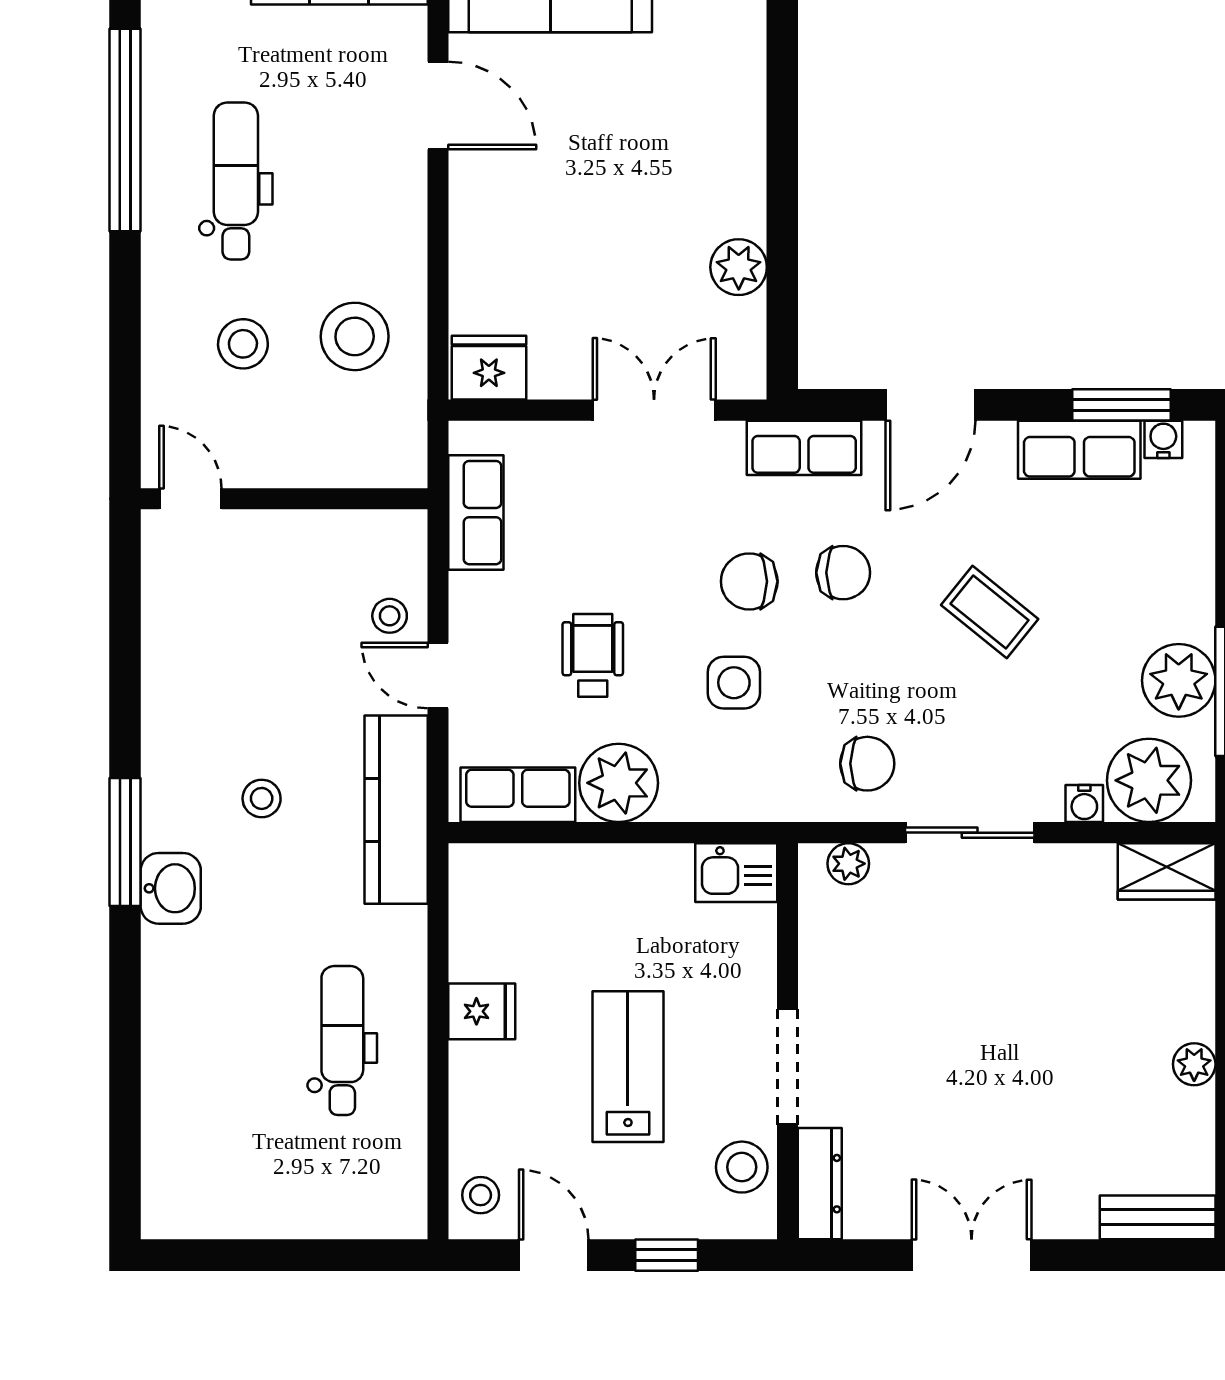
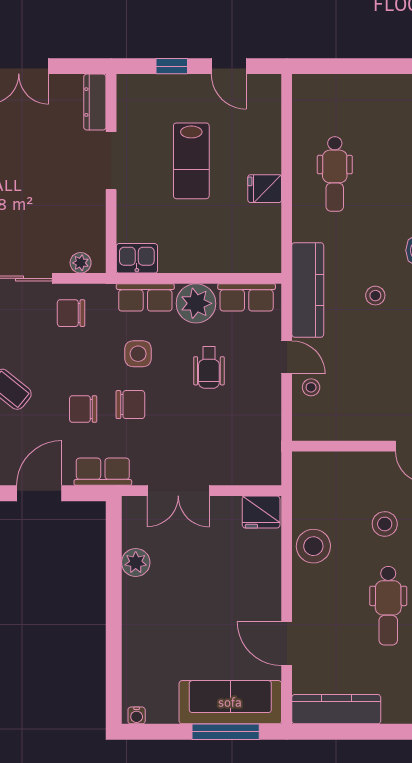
stool: (355, 336) -> (313, 546), moved
row of seats: (476, 513) -> (145, 297), moved, turned -90
stool: (742, 1167) -> (134, 110), removed
stool: (481, 1195) -> (265, 96), removed

